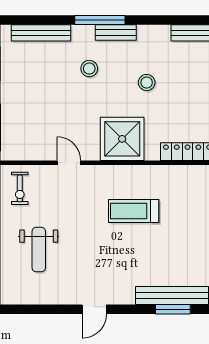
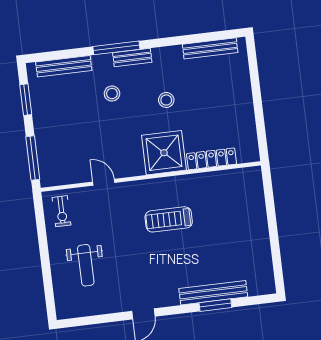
shower: (122, 139) -> (164, 153), moved

